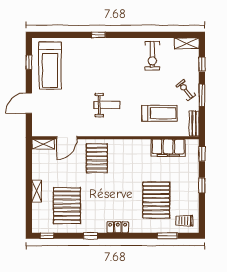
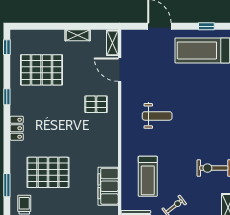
weight bench: (107, 105) -> (157, 116), turned -90
pallet: (97, 158) -> (96, 104), width x0.67, depth x0.71
shelving: (37, 191) -> (78, 35), moved

